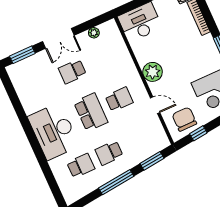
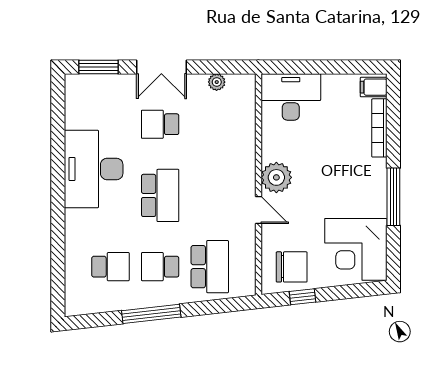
school desk: (119, 99) -> (210, 267), moved, width x1.85
door: (155, 105) -> (258, 210), moved
chair: (184, 119) -> (292, 267), turned 90
desk: (54, 131) -> (94, 169), moved
window: (152, 161) -> (217, 306), removed

